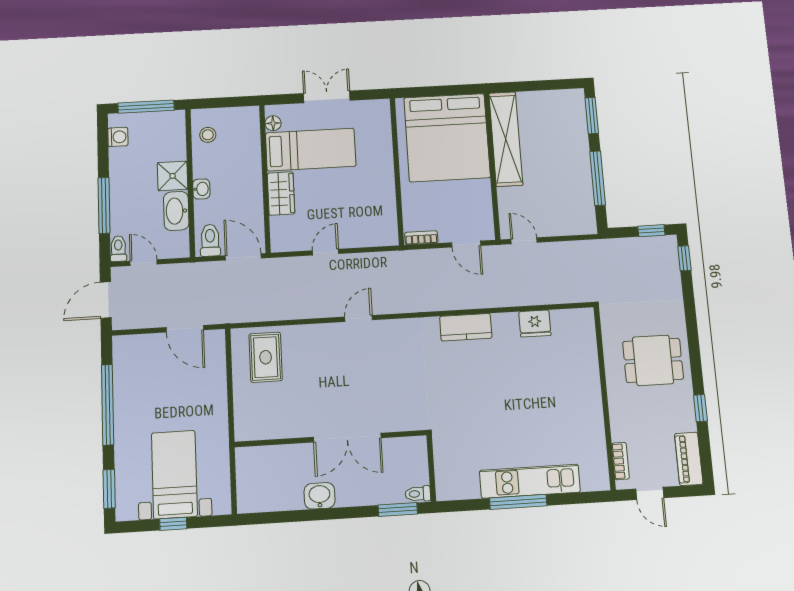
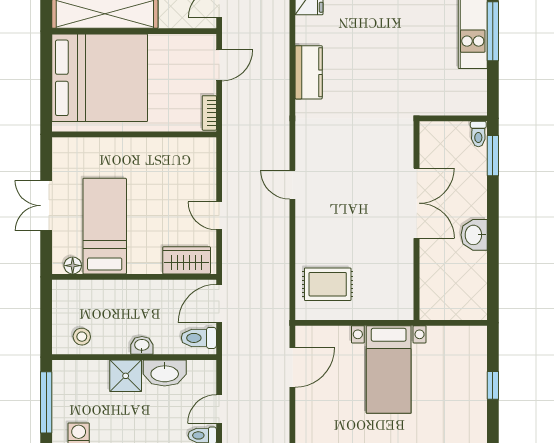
wardrobe: (281, 193) -> (187, 260), moved
bed with nightstands: (174, 474) -> (389, 369), moved, turned -90

